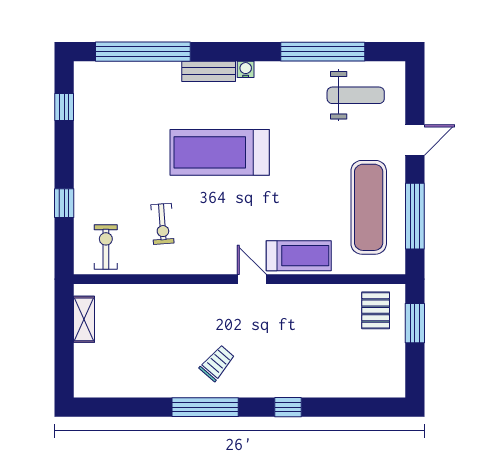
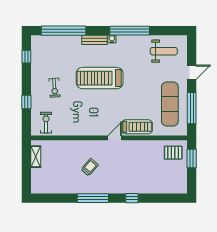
window: (323, 52) -> (130, 31), moved
exercise bike: (162, 224) -> (54, 88), moved
door: (252, 279) -> (115, 138), hinge flipped
pallet: (376, 310) -> (173, 153), turned 90
trolley: (217, 363) -> (90, 167), moved

